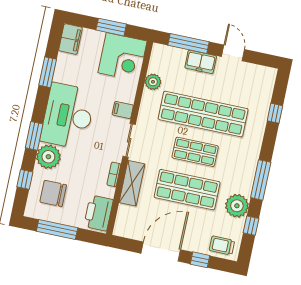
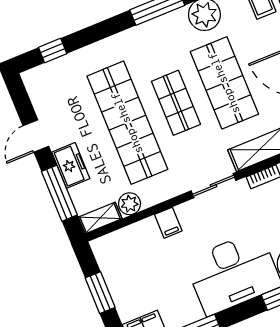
corner desk: (122, 57) -> (125, 257), removed
shelving: (157, 58) -> (100, 218), added
filing cabinet: (123, 110) -> (168, 223), moved
window: (275, 113) -> (53, 51), moved

